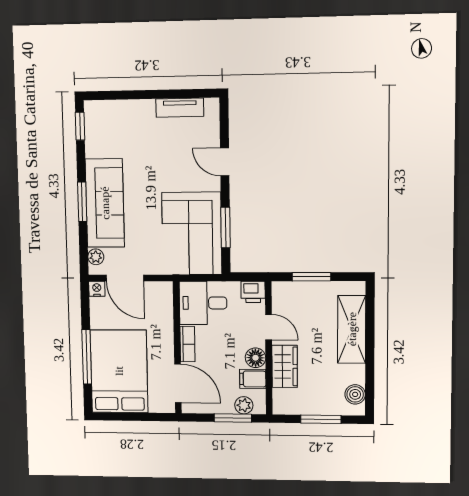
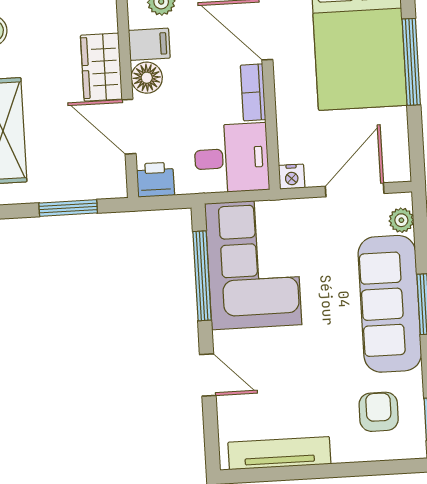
tv unit: (180, 108) -> (279, 453), width x1.41
armchair: (114, 133) -> (379, 412), added
window: (226, 228) -> (202, 276), width x1.44
door: (125, 278) -> (355, 190), hinge flipped
nightstand: (97, 289) -> (292, 177), moved
door: (269, 327) -> (129, 127), width x1.38

